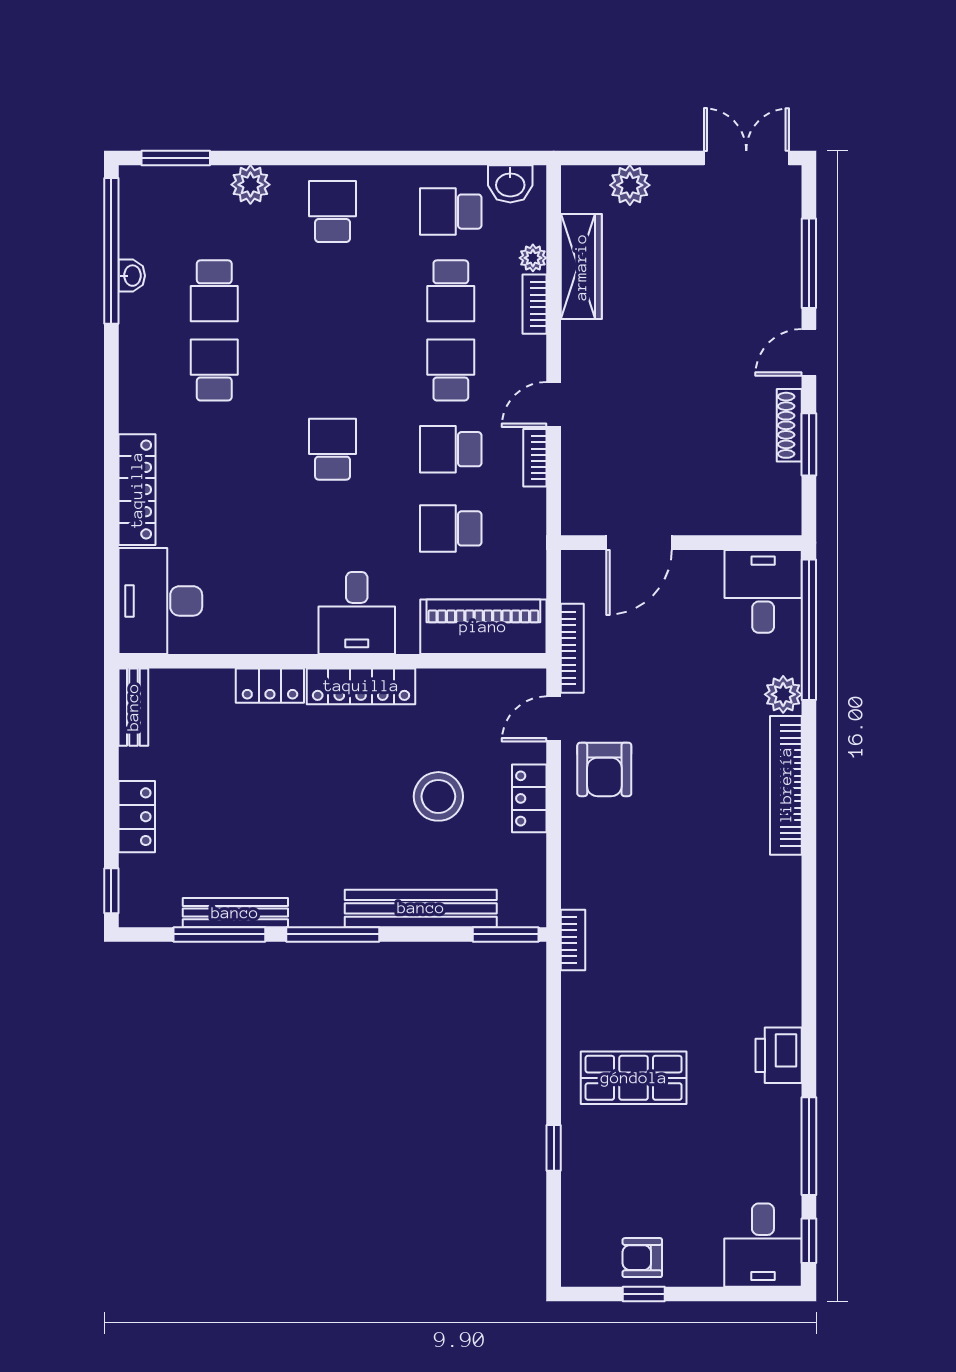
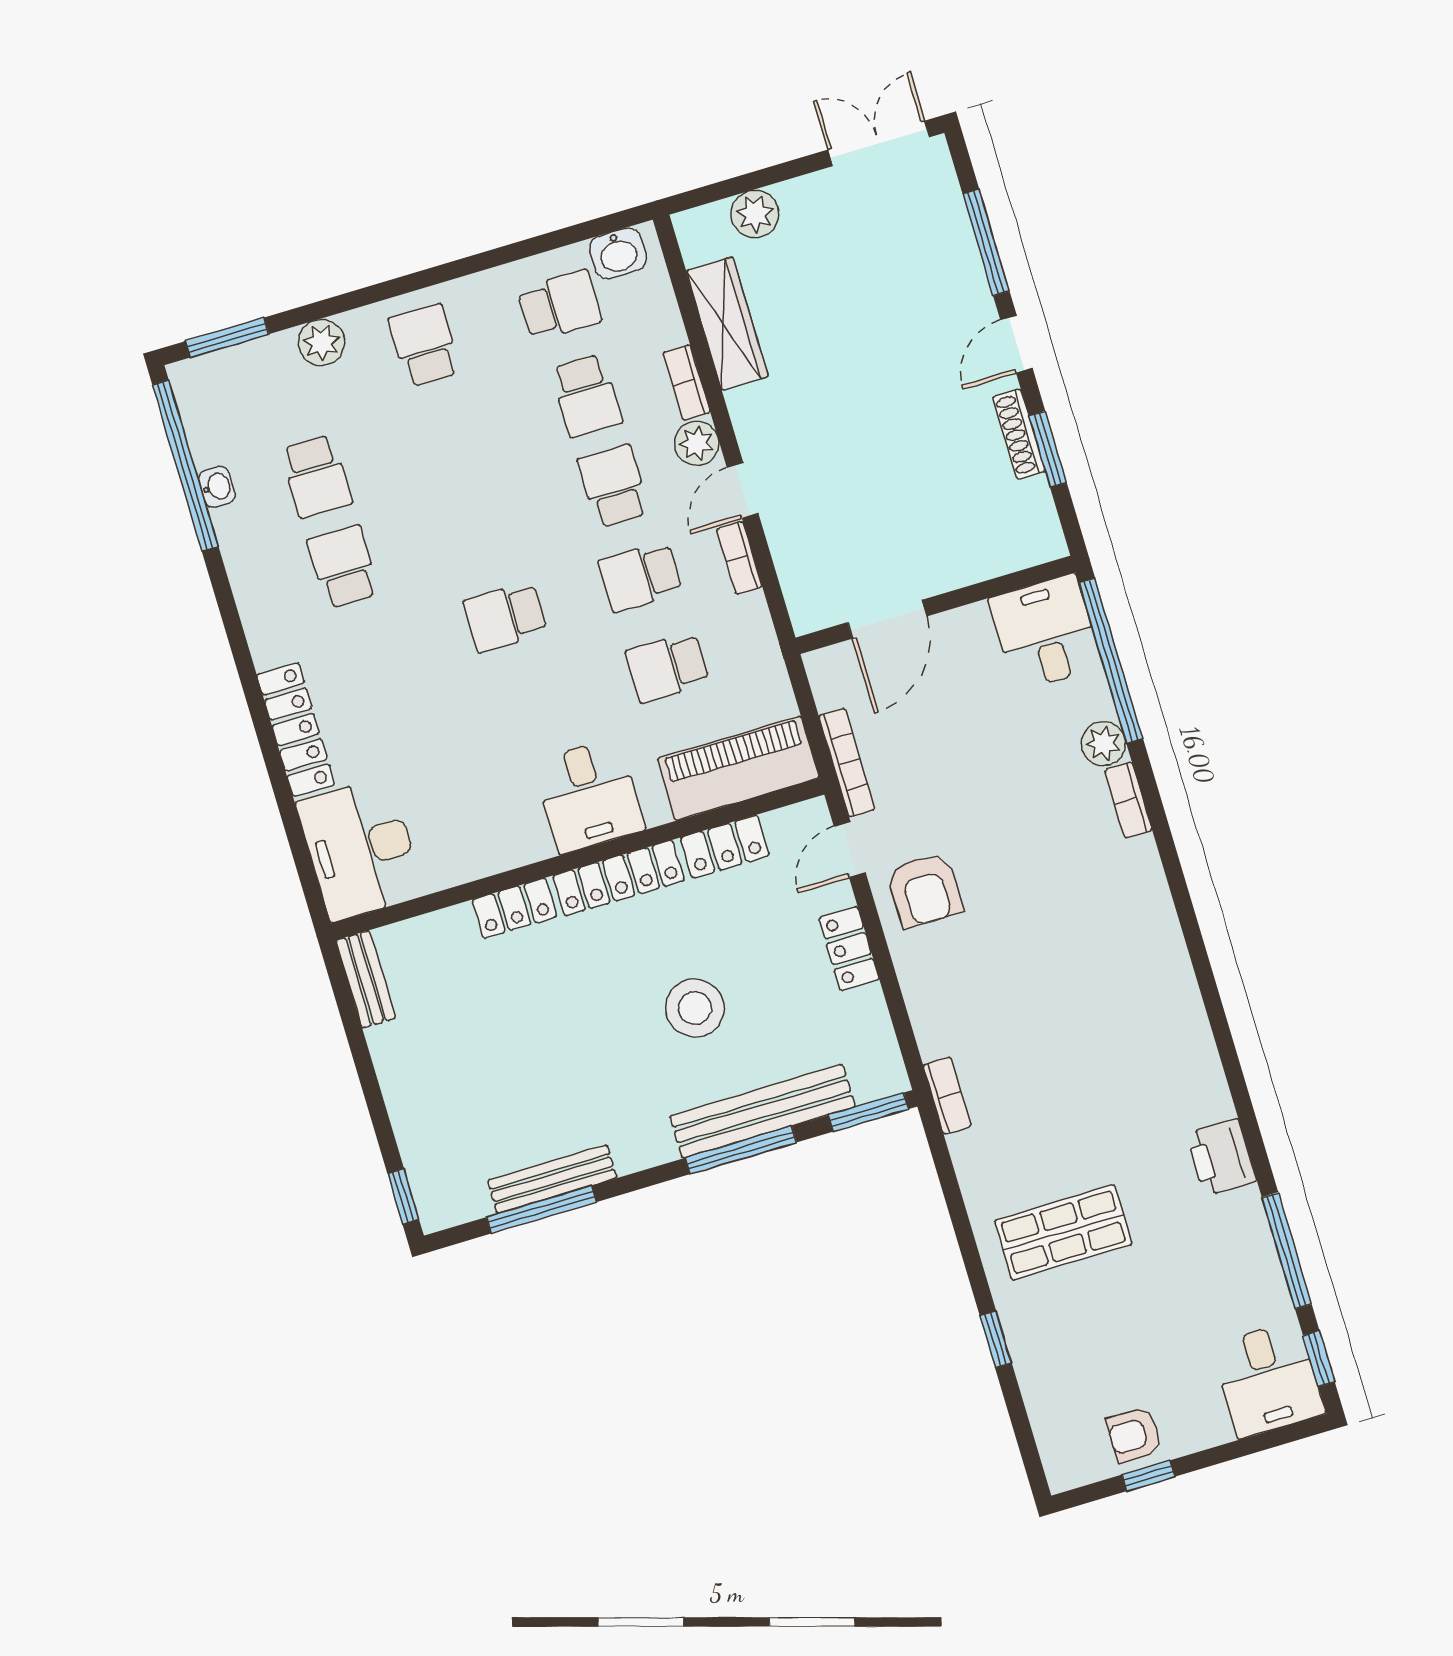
school desk: (451, 212) -> (559, 305), turned 180
plant: (533, 258) -> (697, 443), moved, width x1.38, depth x1.38
school desk: (333, 449) -> (505, 617), turned -90
bookcase: (786, 785) -> (1128, 800), width x0.43, depth x0.76
stool: (438, 796) -> (695, 1008), moved
locker: (137, 817) -> (725, 847), moved, turned 90
window: (333, 934) -> (741, 1150), moved

